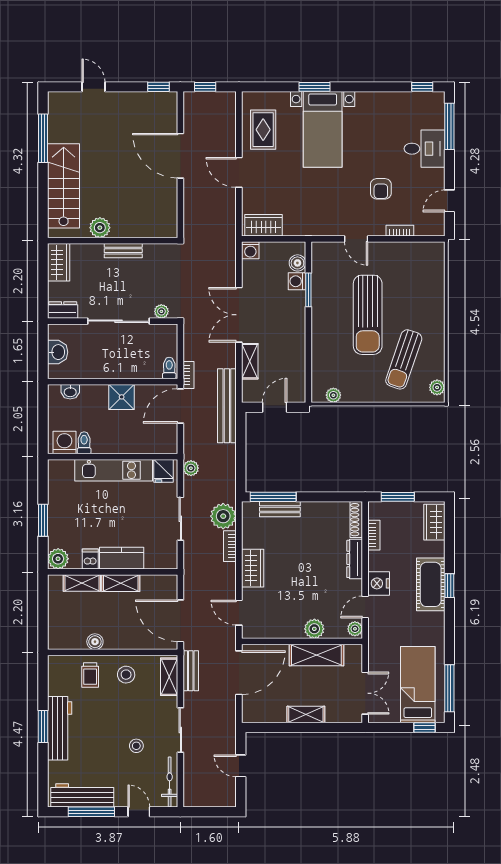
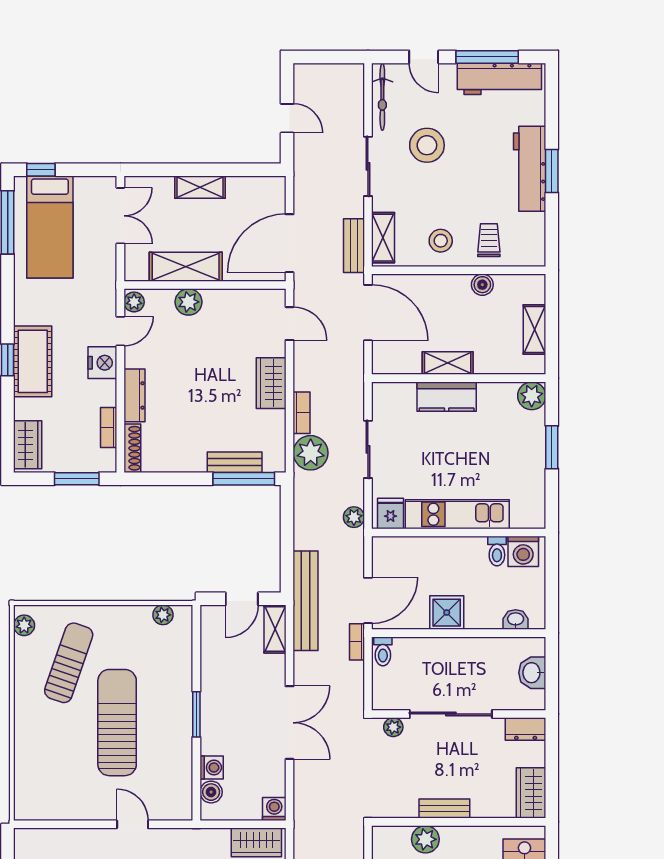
plant: (100, 228) -> (425, 839), moved
bookcase: (400, 231) -> (74, 835), removed
window: (308, 290) -> (196, 714), moved
shelving: (250, 361) -> (275, 629), moved
dishwasher: (90, 559) -> (489, 395), removed
shelving: (82, 583) -> (535, 330), moved, turned 90
double door: (365, 693) -> (120, 216), swing flipped
stool: (136, 746) -> (427, 145), width x1.89, depth x1.89

